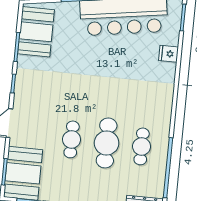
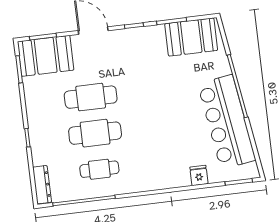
cafe table: (72, 139) -> (91, 97), width x1.37, depth x1.35

